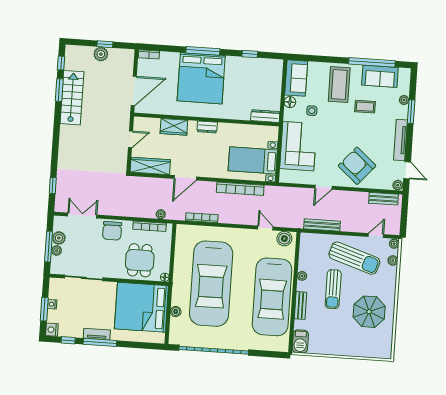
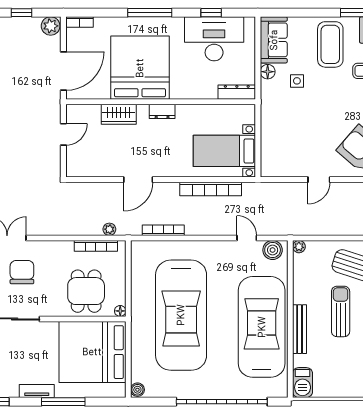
plant: (101, 54) -> (51, 26), moved
desk: (251, 74) -> (214, 39), added
bed: (201, 78) -> (140, 68), moved, turned 180
corner sofa: (298, 146) -> (282, 128), removed
wardrobe: (150, 166) -> (91, 167), removed
bench: (322, 225) -> (320, 229), removed
chair: (112, 231) -> (22, 272), moved, turned 180
plant: (302, 276) -> (299, 247), moved
sun lounger: (333, 289) -> (341, 311), turned 180
car: (272, 297) -> (262, 327), turned 180
bench: (301, 305) -> (300, 329), width x1.36
boiler: (176, 312) -> (137, 390), moved
window: (100, 342) -> (63, 402), moved
garage door: (214, 350) -> (222, 402), moved

